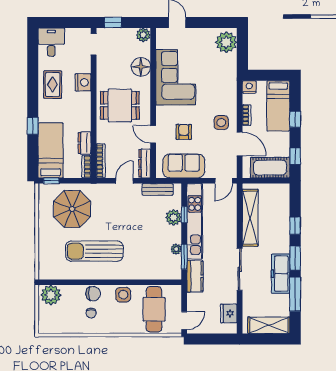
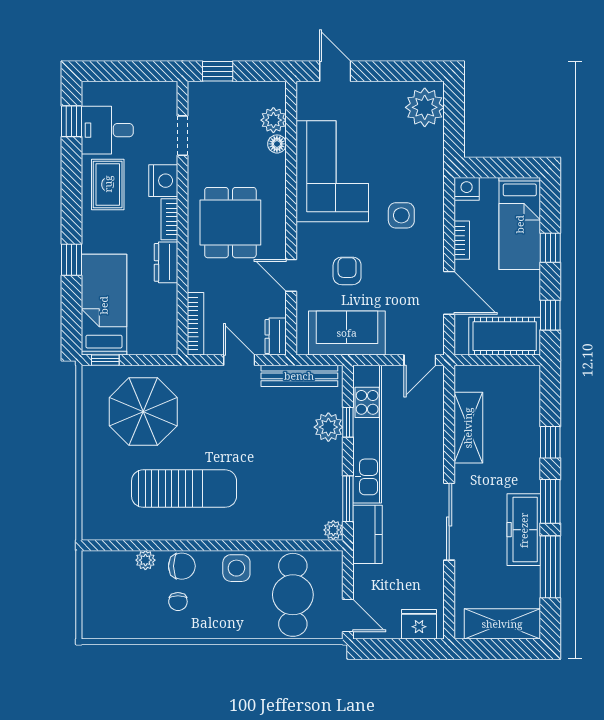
plant: (143, 35) -> (273, 120), moved
desk: (51, 42) -> (107, 130), moved, turned -90
doorway: (94, 44) -> (182, 136), moved
window: (33, 50) -> (71, 121), added
floor lamp: (141, 67) -> (277, 144), width x0.53, depth x0.53
dining table: (120, 105) -> (230, 223), turned 90
side table: (221, 123) -> (401, 215), moved
dresser: (85, 143) -> (166, 262), moved
dresser: (145, 163) -> (276, 337), width x0.70
bookcase: (86, 167) -> (169, 219), moved
door: (125, 181) -> (239, 360), hinge flipped
bench: (158, 189) -> (299, 376), width x1.36
shelving: (250, 218) -> (468, 428), width x0.68
plant: (176, 249) -> (333, 530), moved
sun lounger: (94, 251) -> (184, 489), turned 180
plant: (51, 295) -> (145, 560), moved, width x0.53, depth x0.53
fridge: (229, 313) -> (419, 624), moved, turned 90
door: (184, 321) -> (348, 615), hinge flipped

